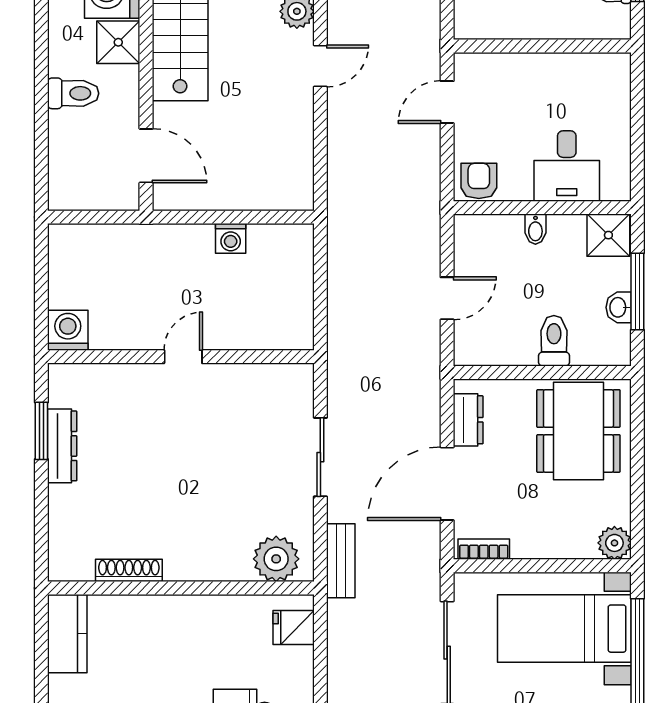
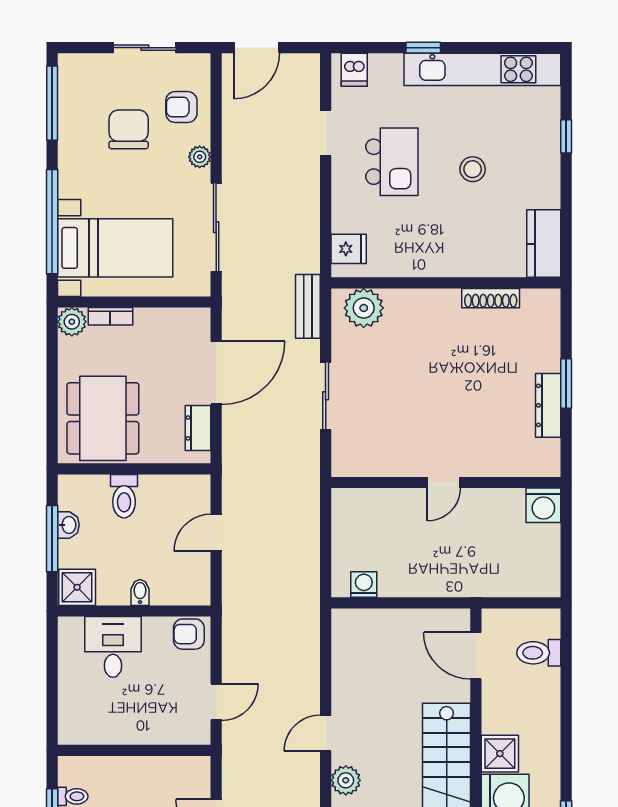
toilet: (73, 93) -> (539, 653), moved
armchair: (479, 181) -> (189, 634), turned 90
washing machine: (231, 238) -> (364, 584), moved
window: (41, 431) -> (566, 384), moved
bookcase: (484, 549) -> (110, 316), moved

